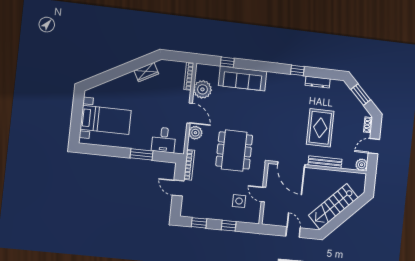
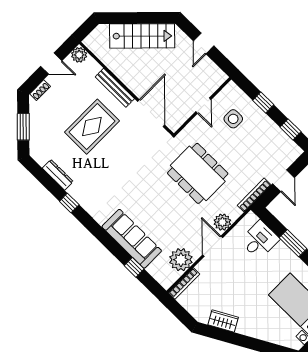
dining table: (234, 150) -> (198, 173), turned 90

